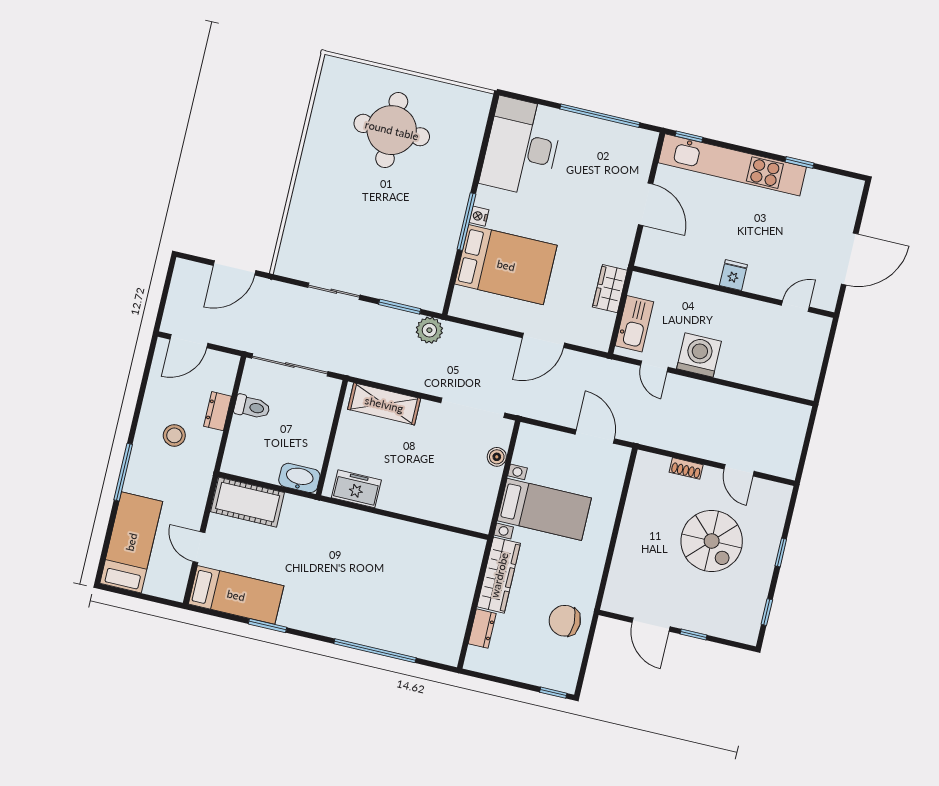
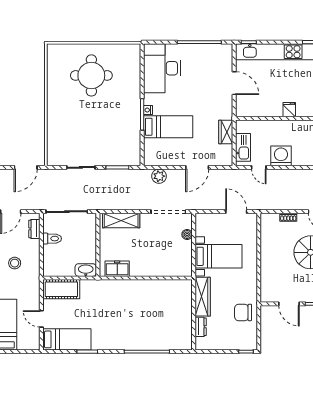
bed: (506, 265) -> (168, 127), width x0.67
plant: (429, 330) -> (159, 176), moved
dresser: (218, 411) -> (34, 229), moved

